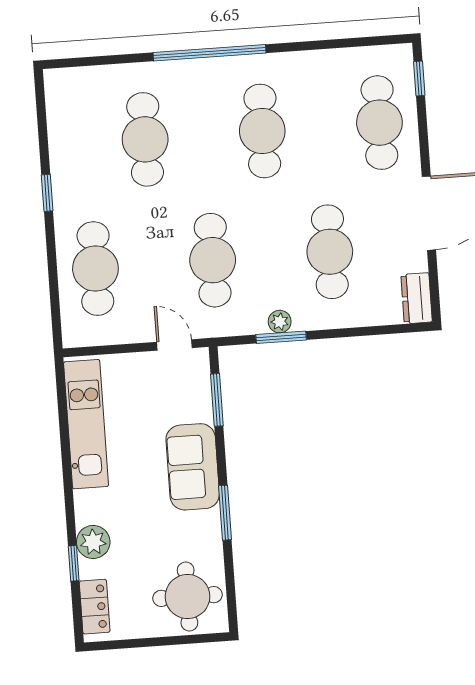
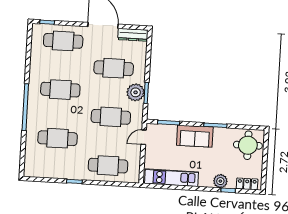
dresser: (417, 298) -> (133, 35), width x1.44
plant: (280, 322) -> (136, 92), width x1.88, depth x1.88

